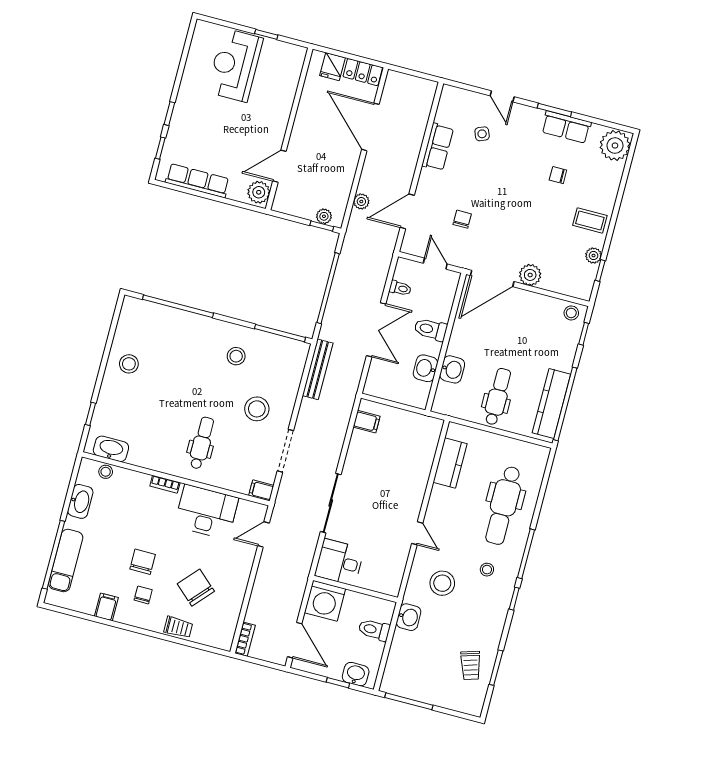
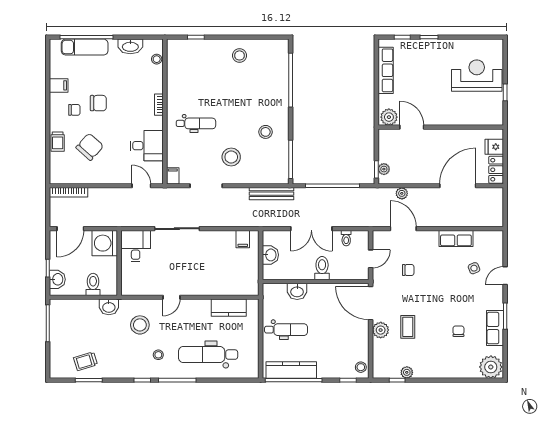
coffee table: (590, 220) -> (408, 327), moved
washbasin: (425, 368) -> (270, 255), moved, turned 90
washbasin: (111, 449) -> (174, 59), removed
desk: (206, 512) -> (147, 146), width x0.73
bookcase: (245, 639) -> (68, 192), width x1.56

